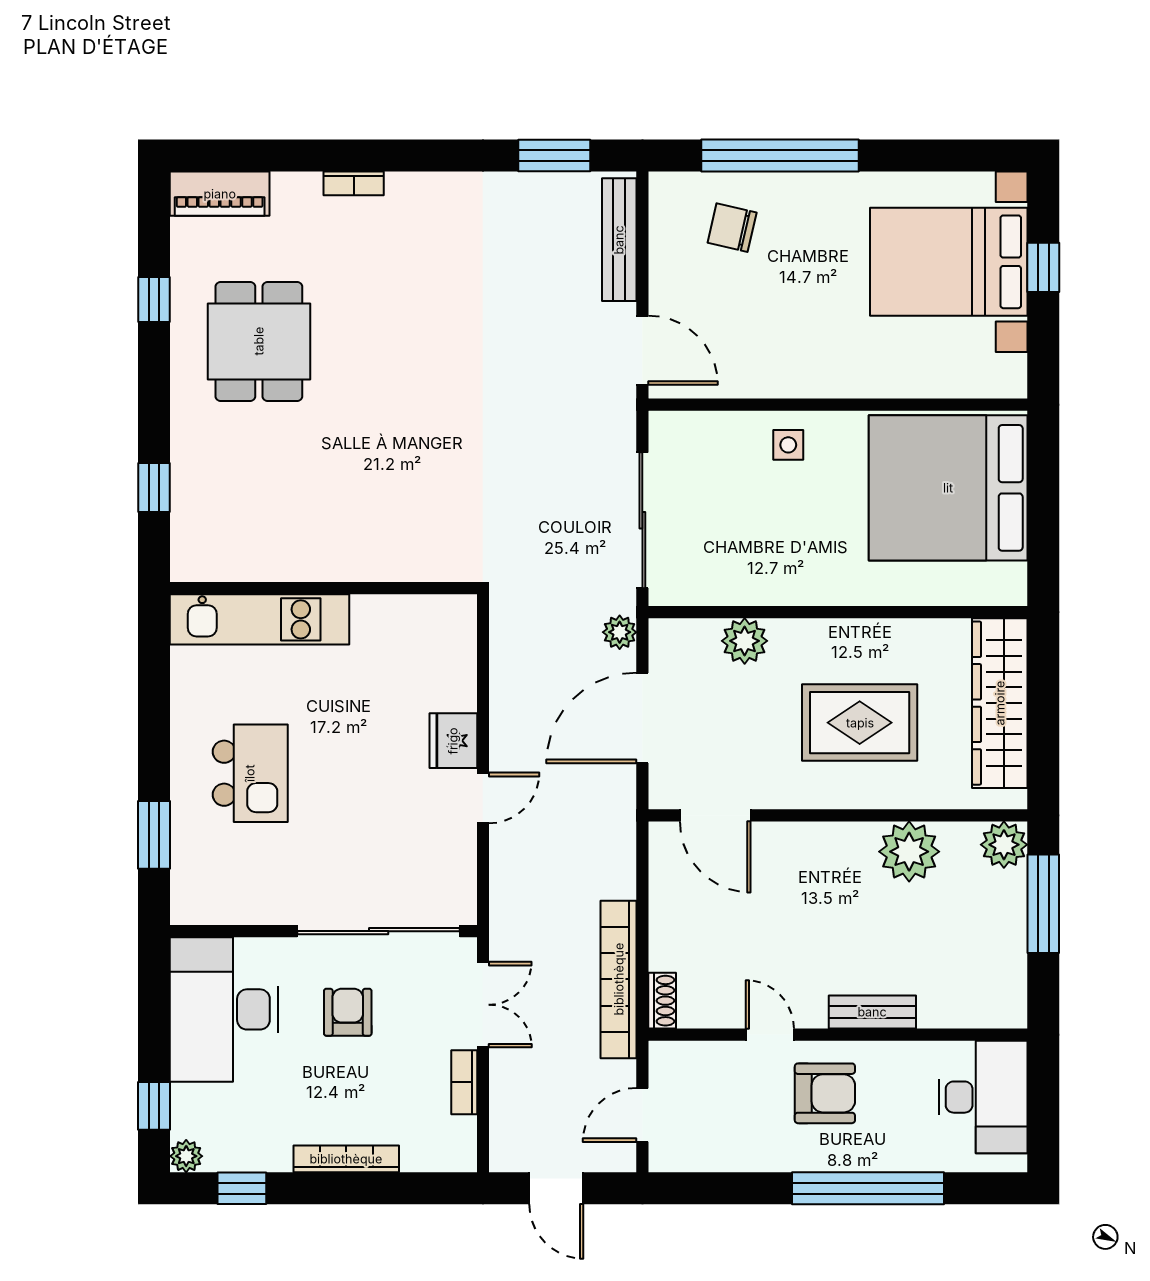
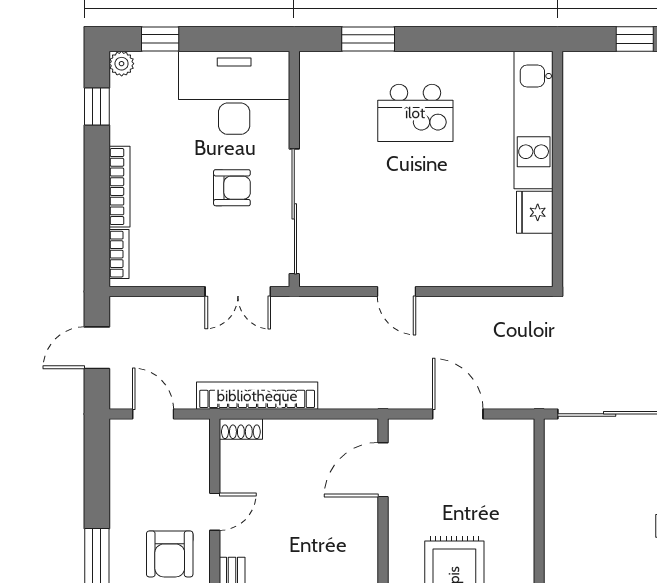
plant: (620, 632) -> (524, 396), removed
plant: (745, 641) -> (517, 492), removed
door: (642, 718) -> (458, 414), width x0.73
fridge: (453, 741) -> (535, 212), moved, turned -90
bookcase: (464, 1082) -> (119, 254), moved, turned 90

